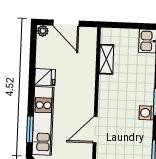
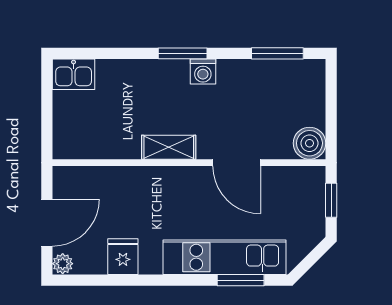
shelving: (106, 59) -> (169, 147), moved
fridge: (45, 77) -> (123, 257), moved

